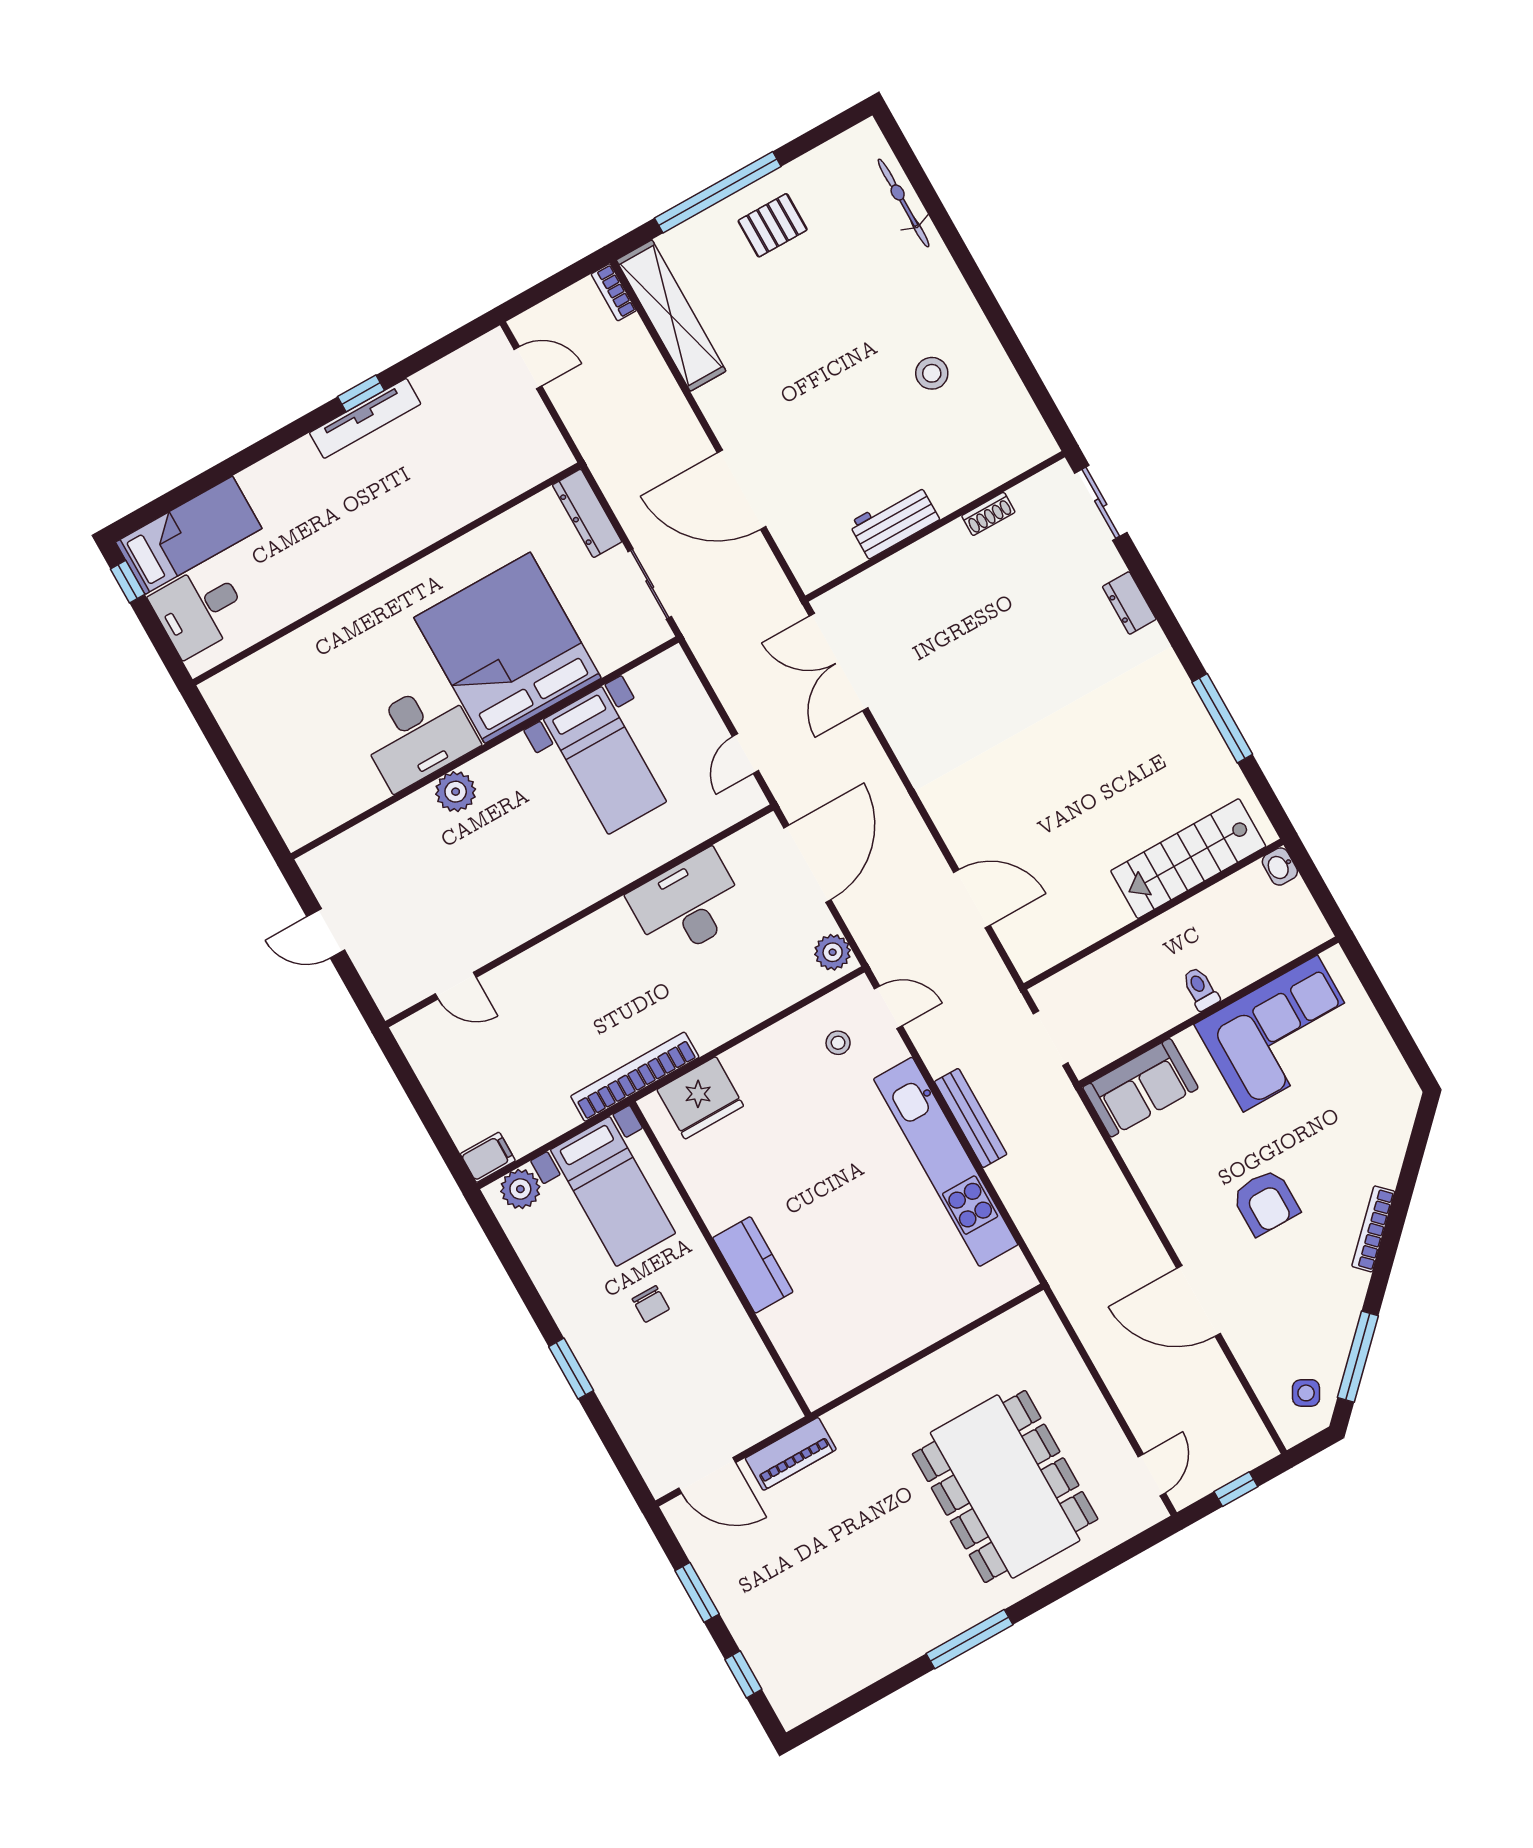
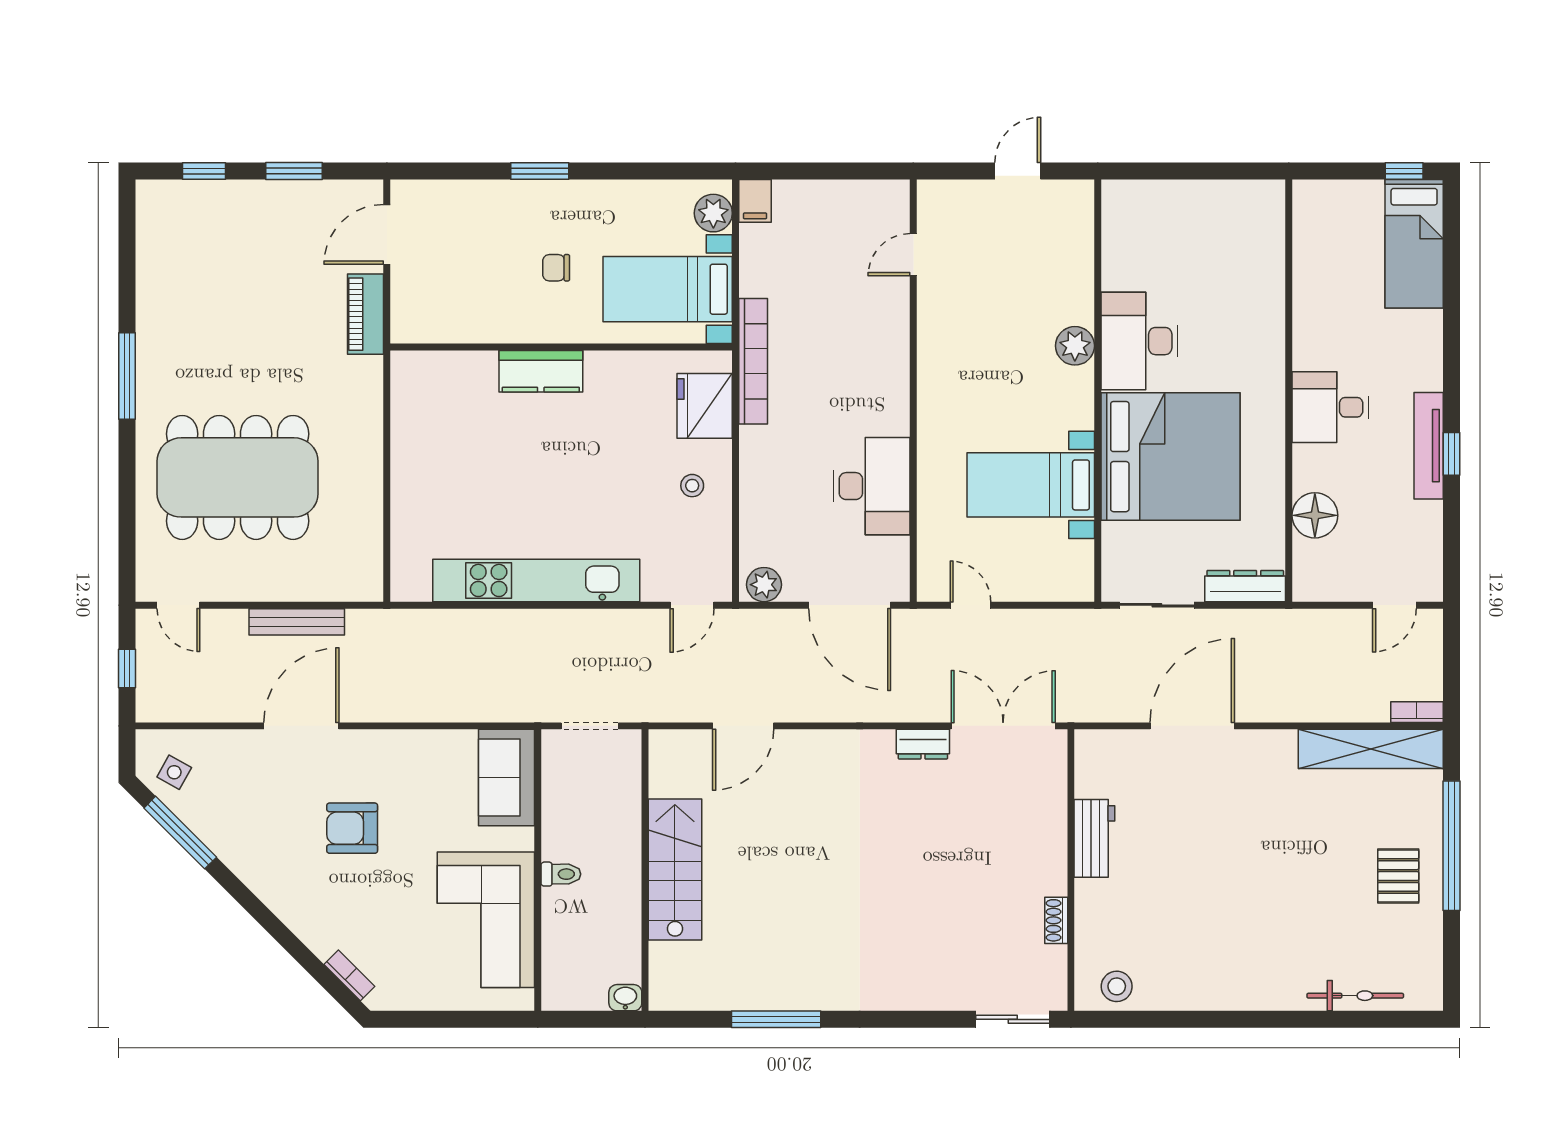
stool: (932, 373) -> (1117, 986), moved
floor lamp: (487, 486) -> (1315, 515), added
dresser: (1129, 603) -> (923, 744), moved, turned 180
desk: (199, 610) -> (1330, 407), moved, turned -90
stairs: (1188, 859) -> (675, 870), moved
stool: (838, 1043) -> (692, 486), moved
bench: (971, 1118) -> (297, 622), moved
bookcase: (1373, 1229) -> (349, 975), moved, width x0.64

